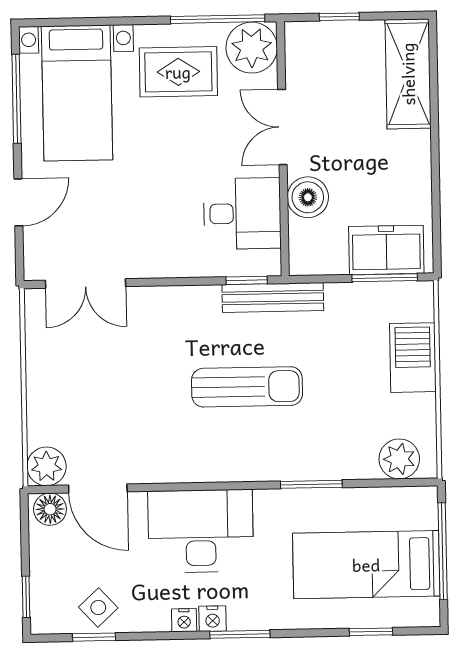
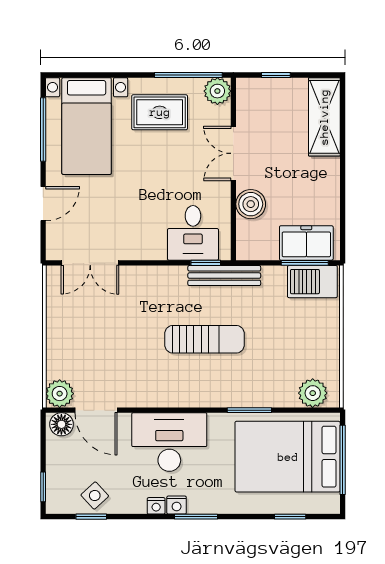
plant: (252, 48) -> (217, 91), width x0.73, depth x0.73
desk: (242, 213) -> (193, 233), moved, turned 90
barbecue: (413, 358) -> (312, 282), moved, turned -90
bed: (366, 565) -> (288, 457), width x1.50

